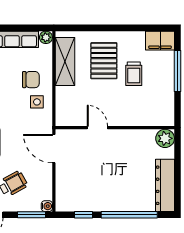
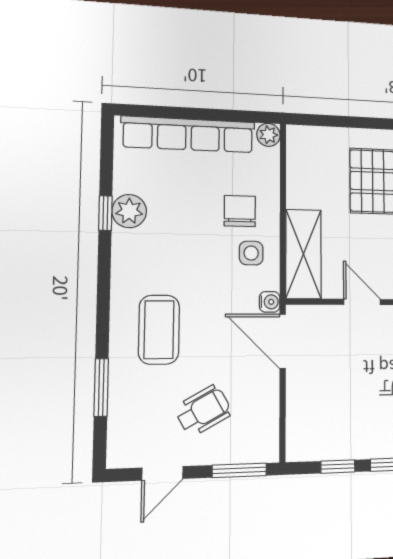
shelving: (65, 62) -> (303, 254), moved
chair: (31, 80) -> (240, 211), turned -90
water cooler: (47, 206) -> (270, 302), moved

